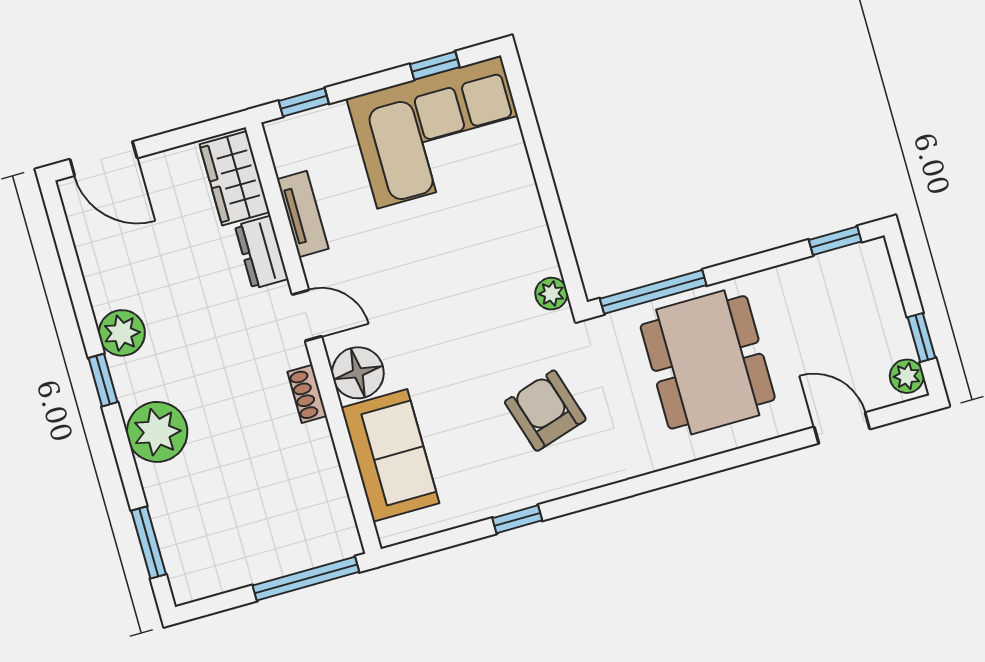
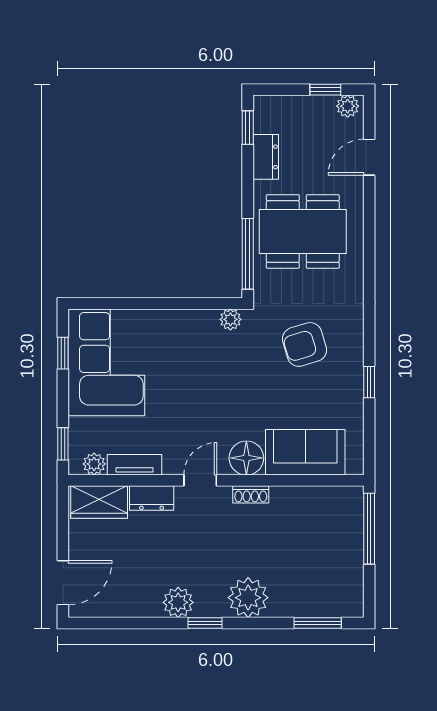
plant: (288, 155) -> (94, 464), added
dresser: (800, 278) -> (266, 157), added

